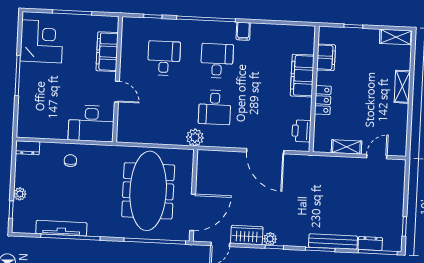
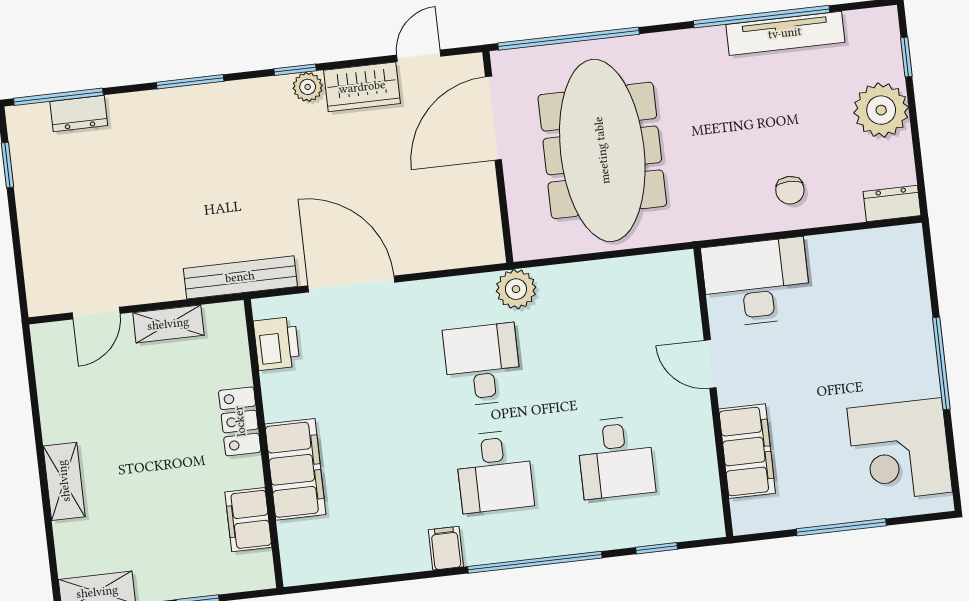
plant: (20, 194) -> (881, 110), width x1.88, depth x1.88
bench: (333, 242) -> (240, 277), moved

